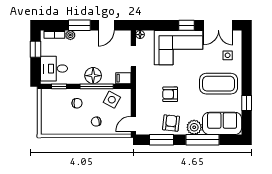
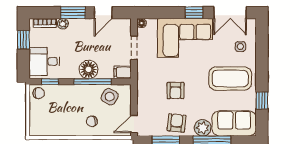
armchair: (170, 94) -> (175, 91), turned -90
chair: (77, 103) -> (39, 93), moved

